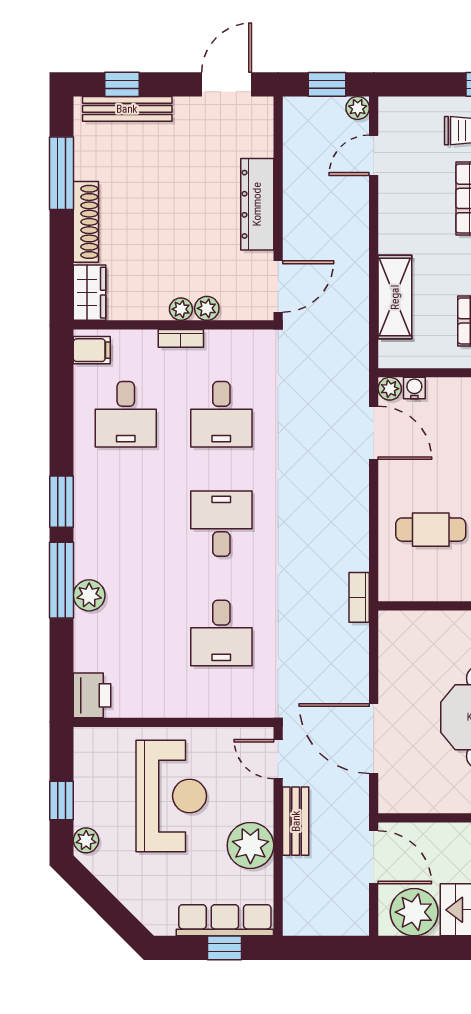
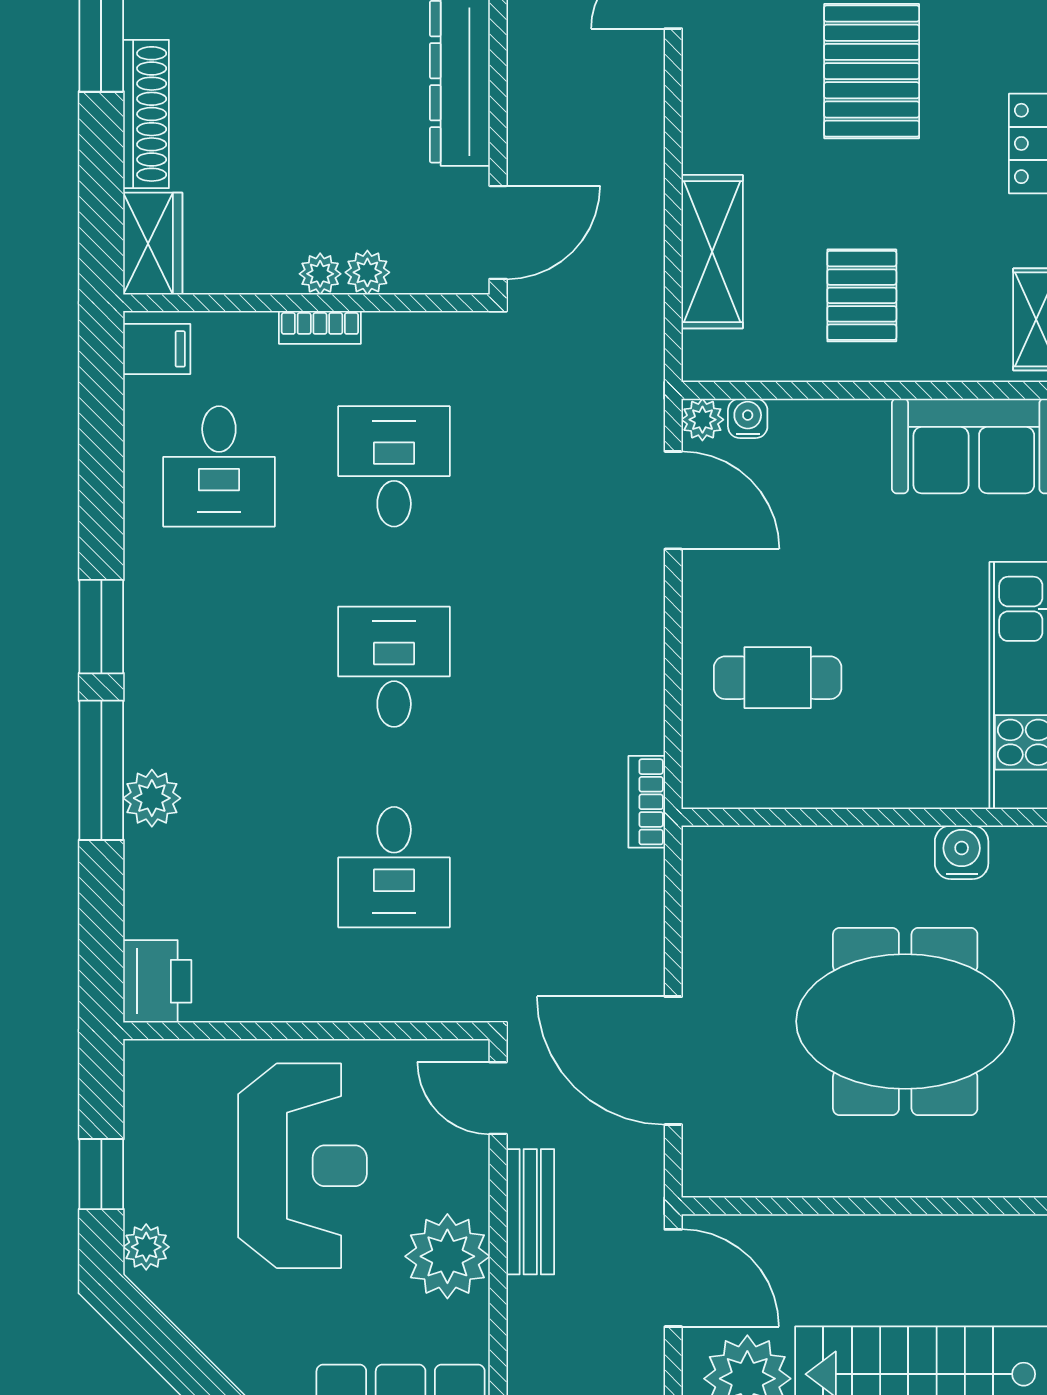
desk: (221, 414) -> (394, 466), turned 180

